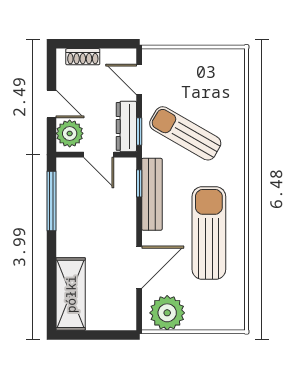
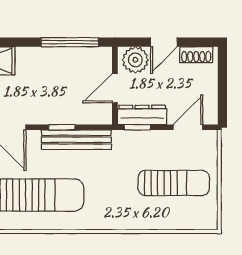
shoe rack: (83, 57) -> (196, 55), moved, turned -90
sun lounger: (185, 133) -> (174, 183), moved, turned 60
window: (139, 183) -> (62, 127), moved

